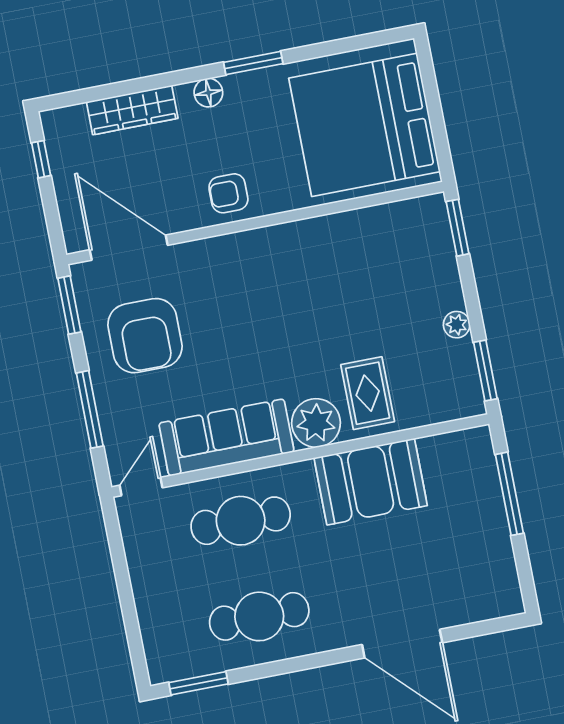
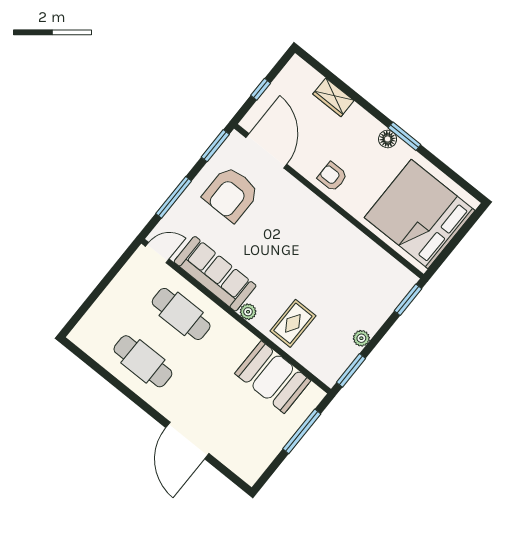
floor lamp: (208, 93) -> (388, 139), moved
wardrobe: (132, 110) -> (333, 97), width x0.67
window: (41, 159) -> (261, 89), moved
plant: (316, 423) -> (248, 312), width x0.53, depth x0.53
booth: (371, 482) -> (273, 377), moved
window: (198, 683) -> (87, 359), removed

